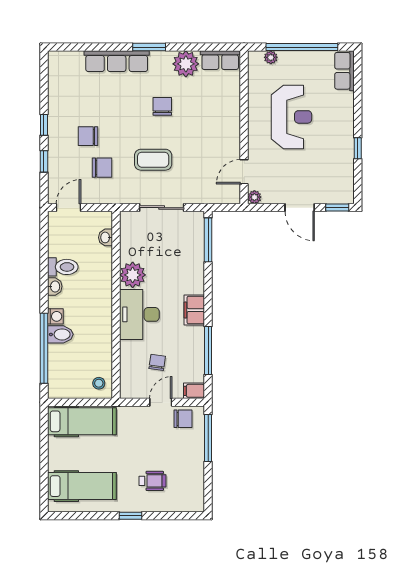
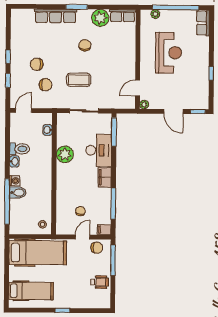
desk: (139, 314) -> (99, 150), moved, turned 180
hospital bed: (82, 421) -> (38, 253), width x1.37, depth x1.29
wheelchair: (153, 481) -> (100, 282), moved

